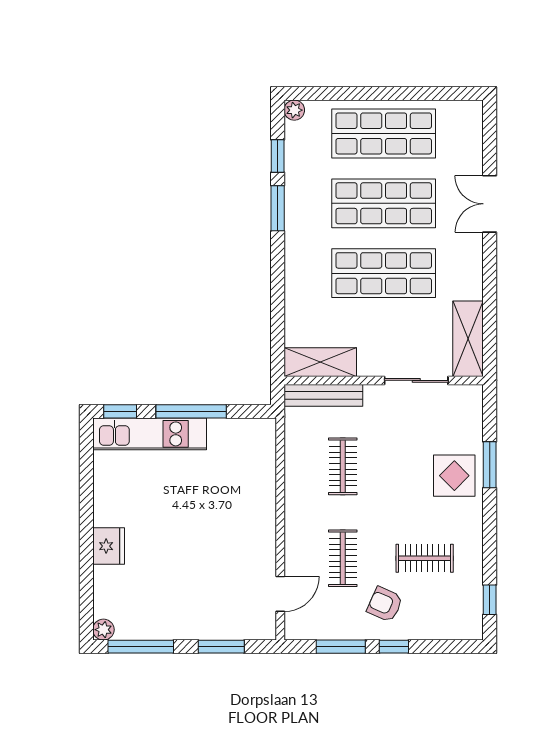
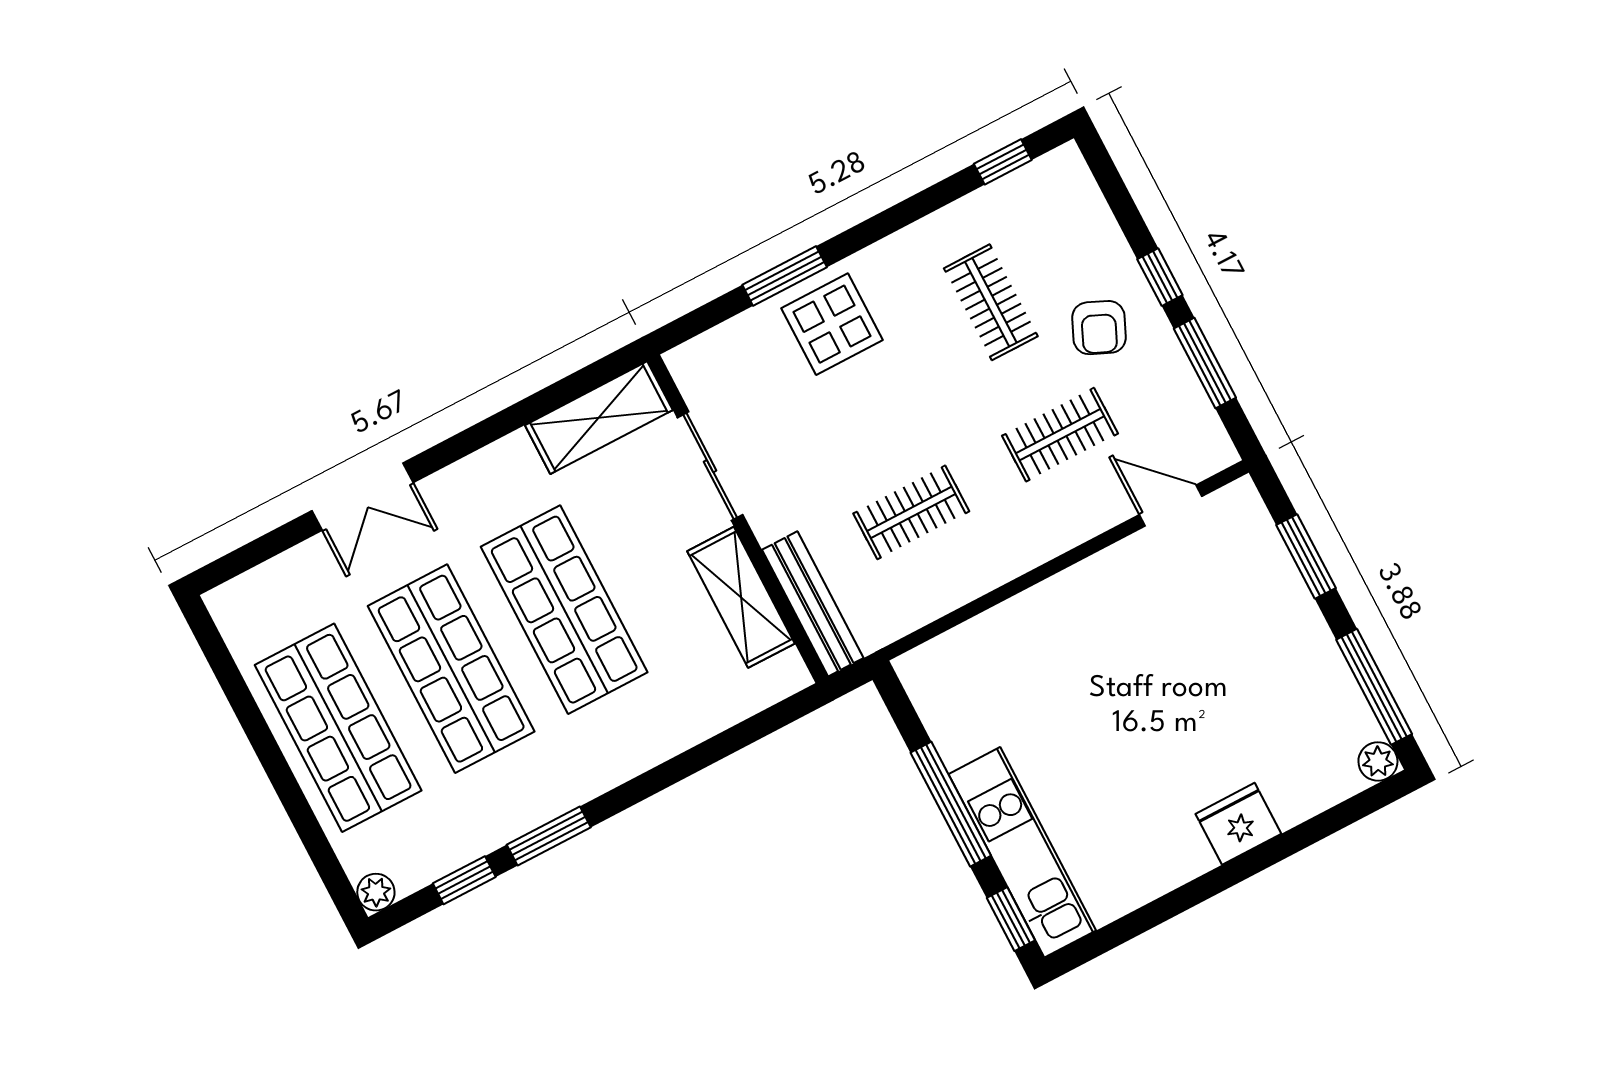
shelving: (320, 362) -> (741, 597), moved

